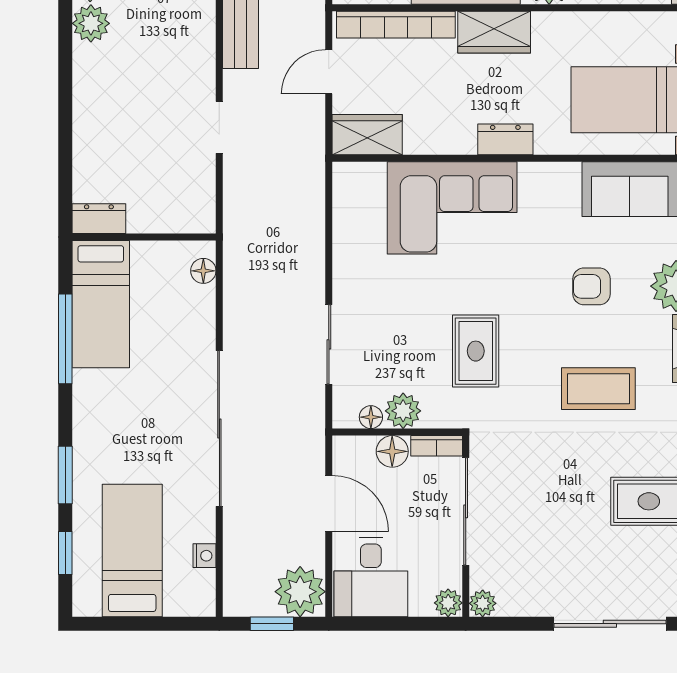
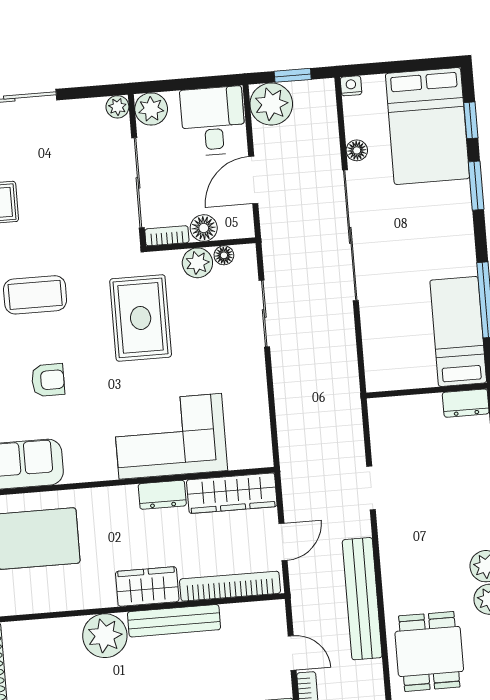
wardrobe: (367, 135) -> (232, 493), width x1.50
dresser: (505, 139) -> (162, 495), moved
floor lamp: (203, 271) -> (357, 150), moved
rug: (476, 351) -> (141, 318), width x1.36, depth x1.43
door: (329, 504) -> (253, 180), hinge flipped
bed: (132, 550) -> (427, 126), width x1.50
nightstand: (205, 556) -> (351, 86), moved, turned 90
plant: (448, 603) -> (151, 109), width x1.38, depth x1.38

